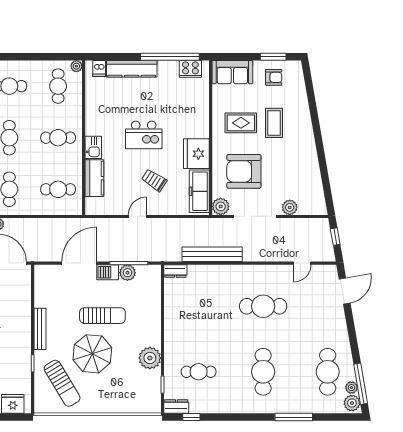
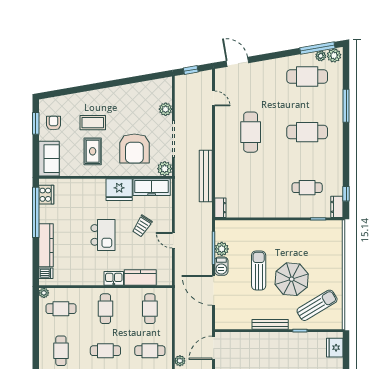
plant: (150, 358) -> (295, 230), removed
cafe table: (199, 372) -> (307, 188), turned 90

